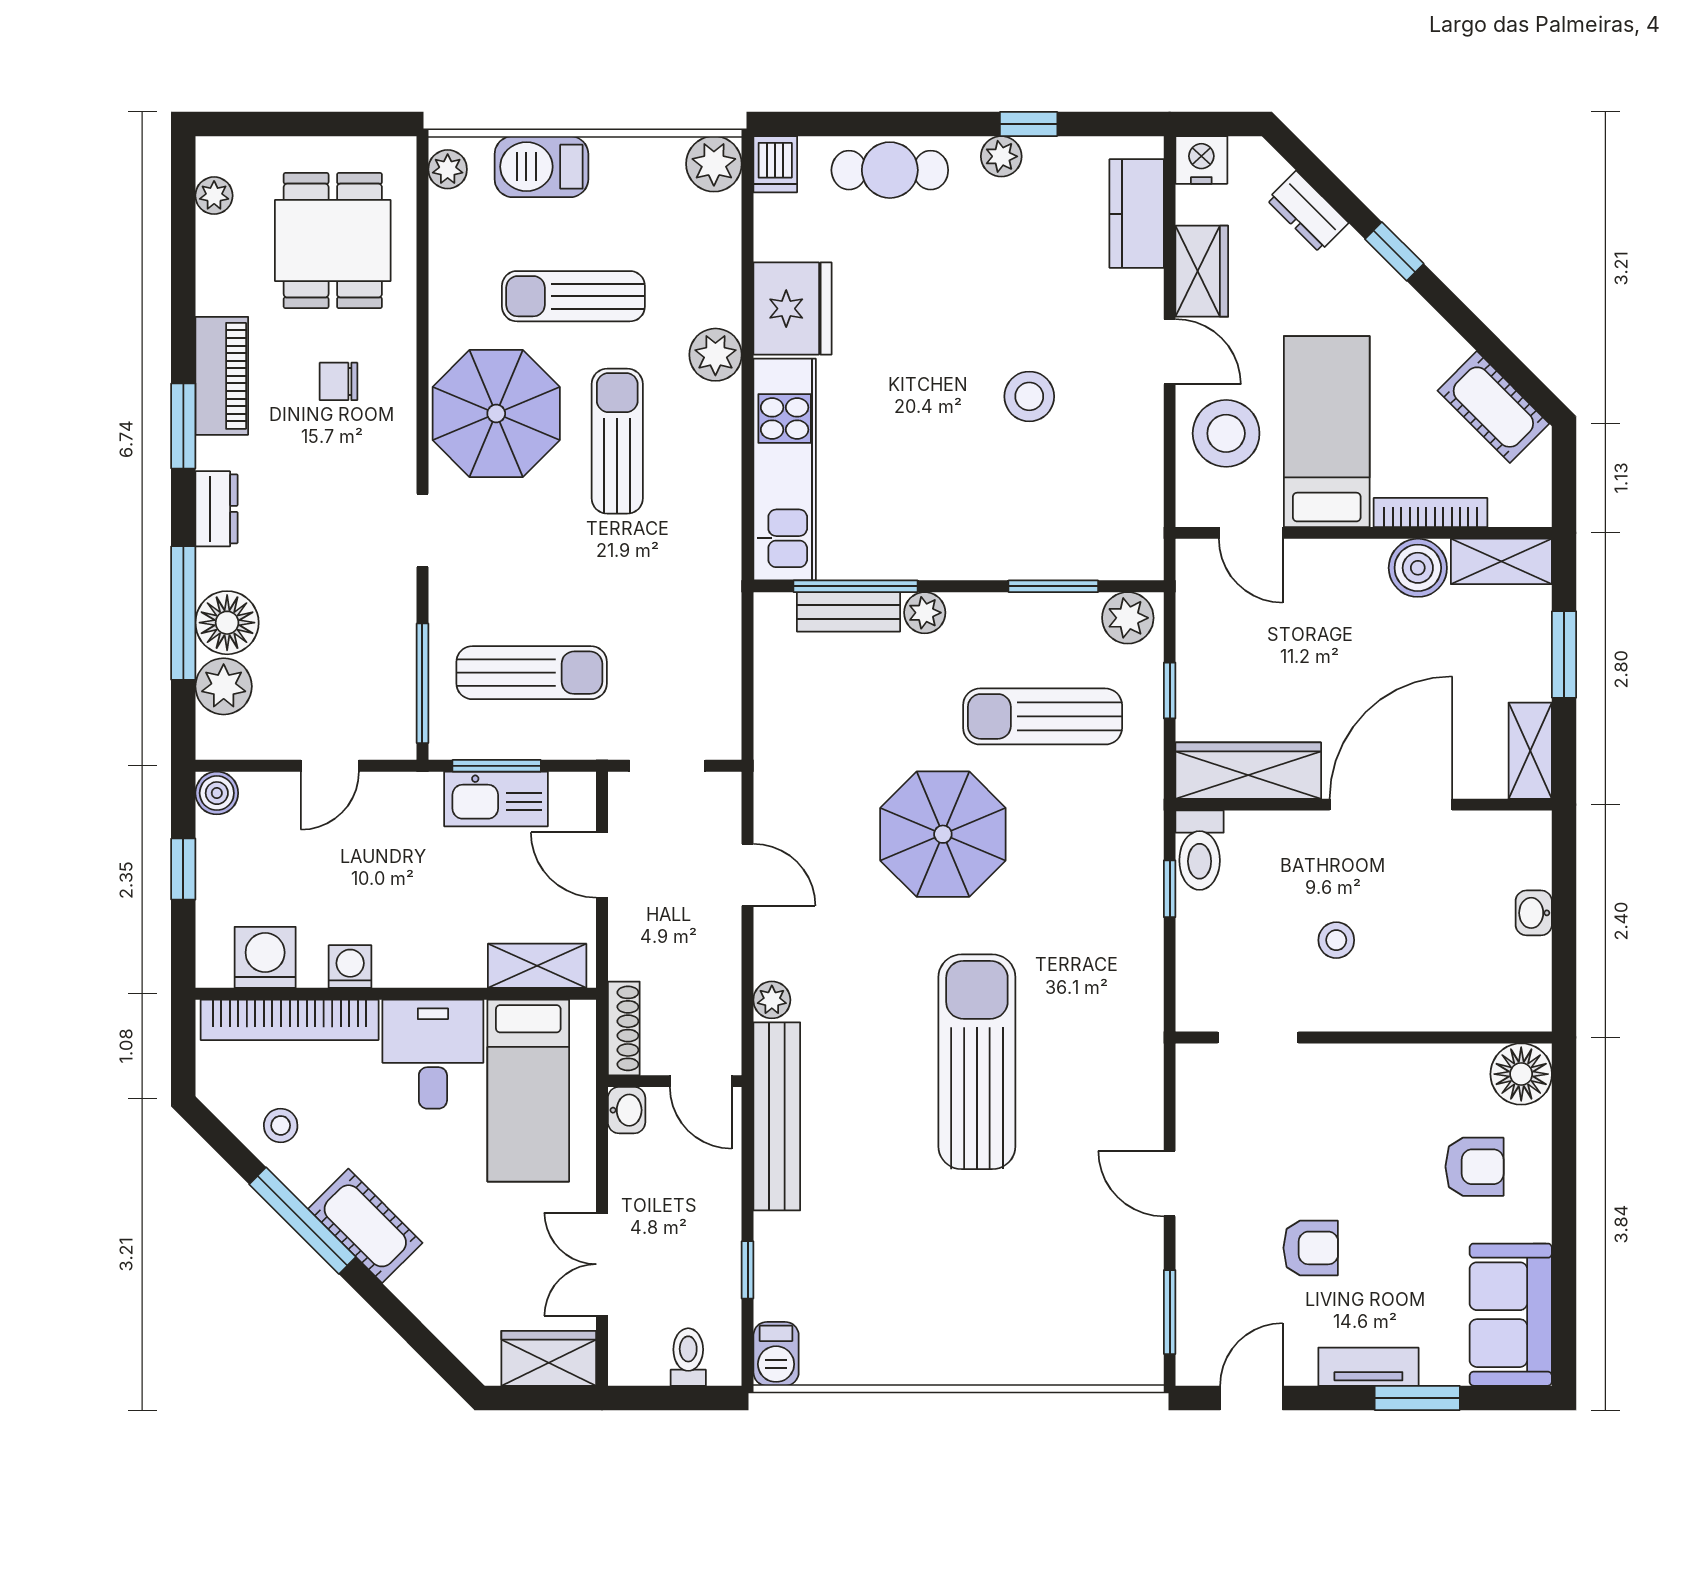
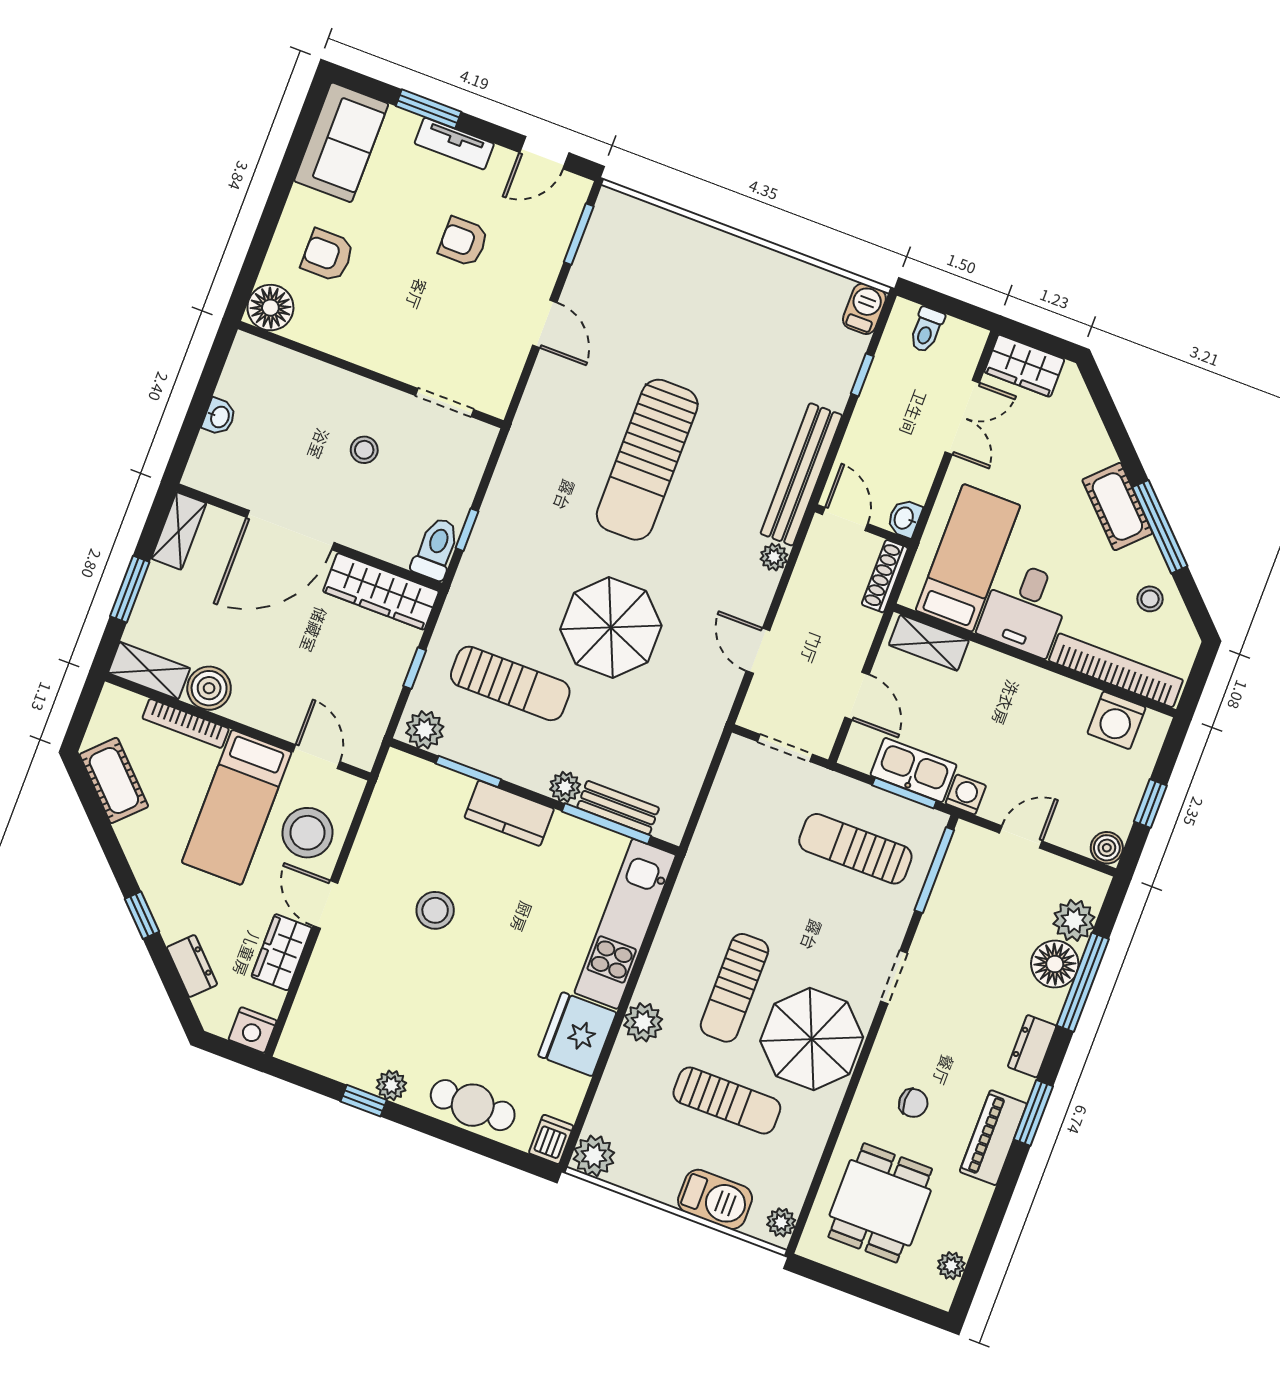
kitchen counter: (1137, 214) -> (509, 813), moved, turned 90
washing machine: (350, 967) -> (966, 795), moved, turned 180

